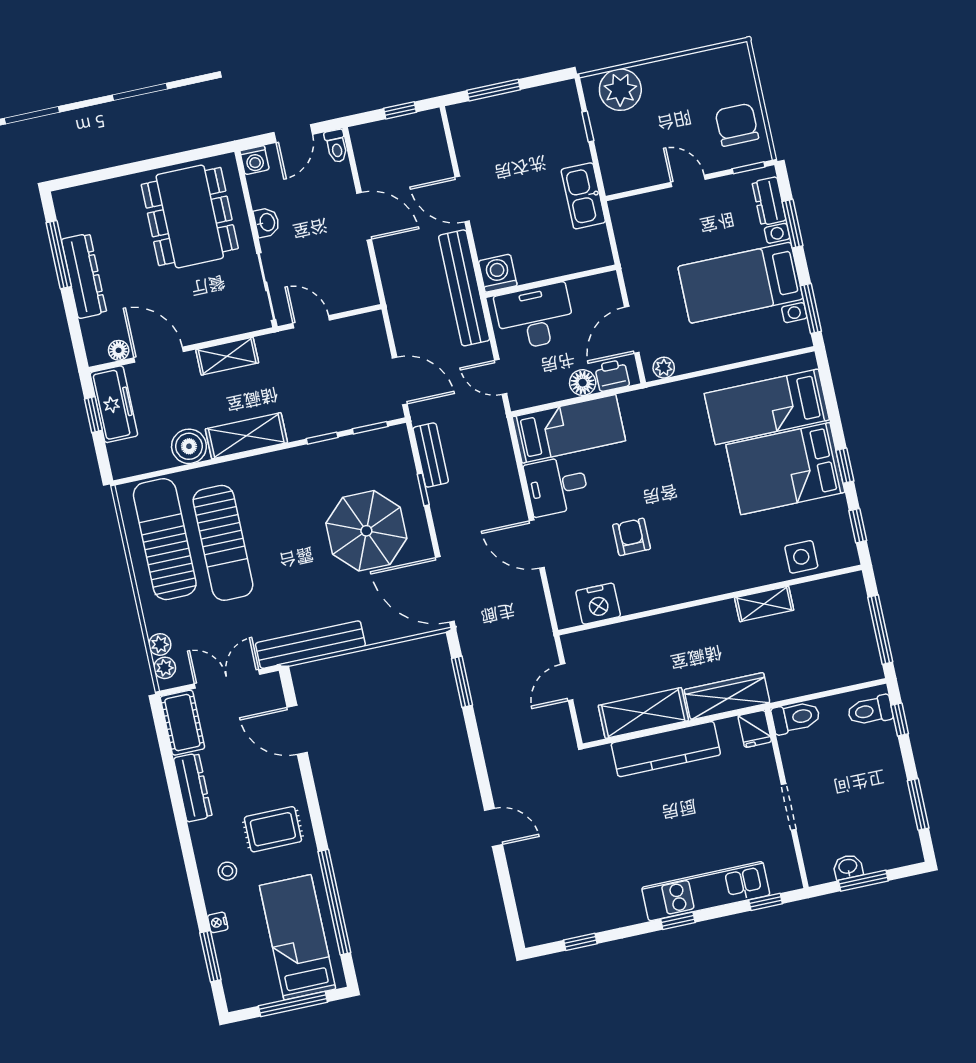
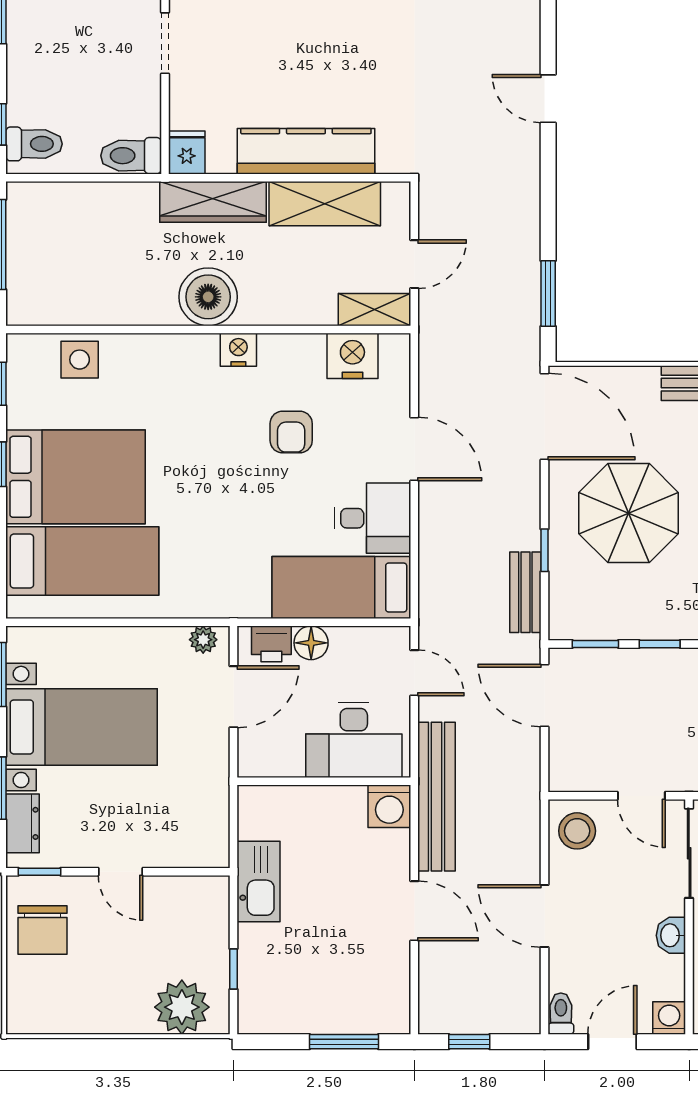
stool: (354, 285) -> (577, 831), added
nightstand: (684, 590) -> (238, 350), added
shelving: (764, 604) -> (375, 310), moved
boiler: (715, 624) -> (208, 297), added

